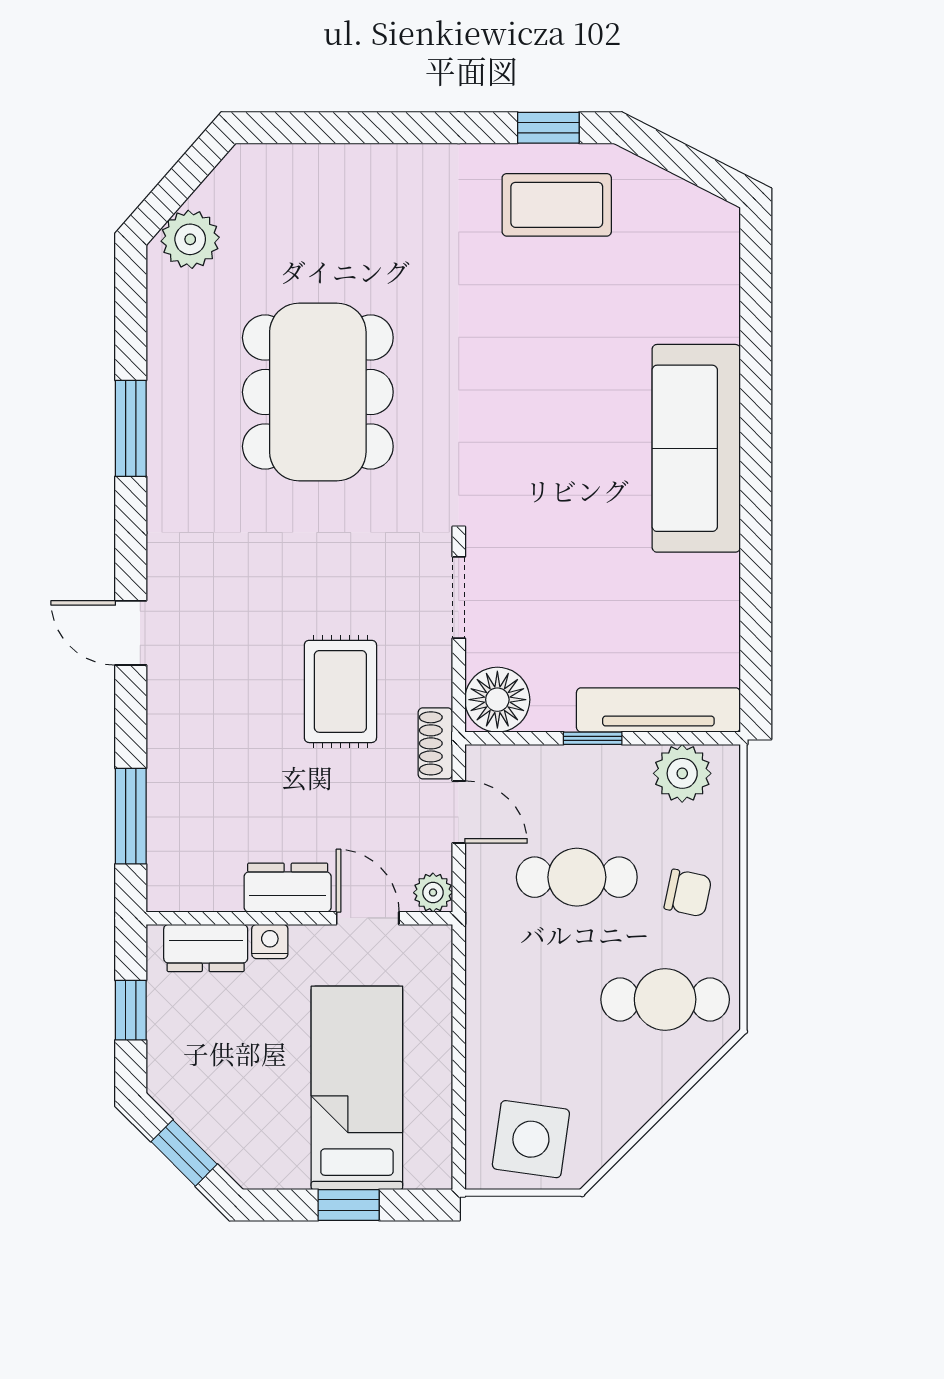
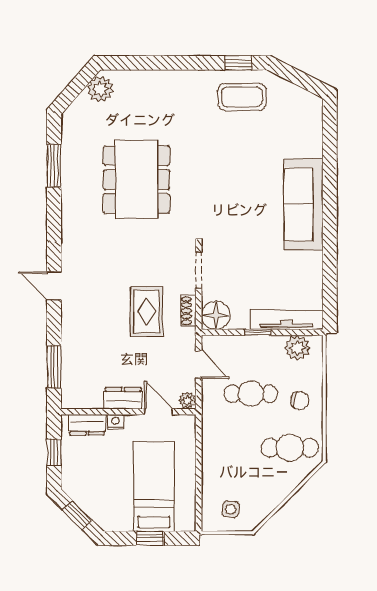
plant: (190, 239) -> (100, 89), moved
window: (131, 428) -> (54, 166), moved
shoe rack: (435, 743) -> (188, 311), moved
side table: (531, 1139) -> (231, 509), width x0.54, depth x0.54

